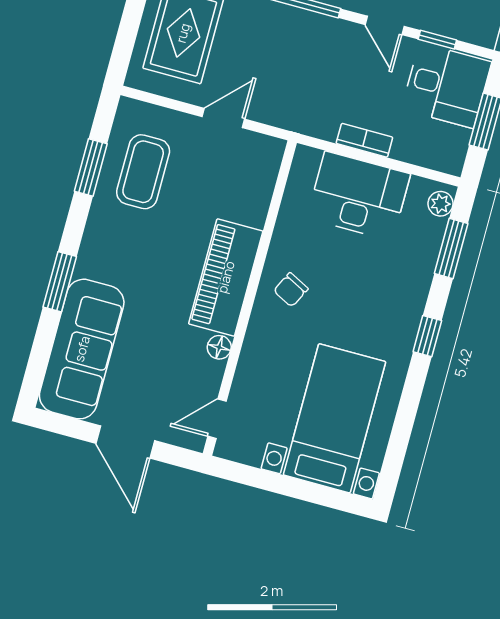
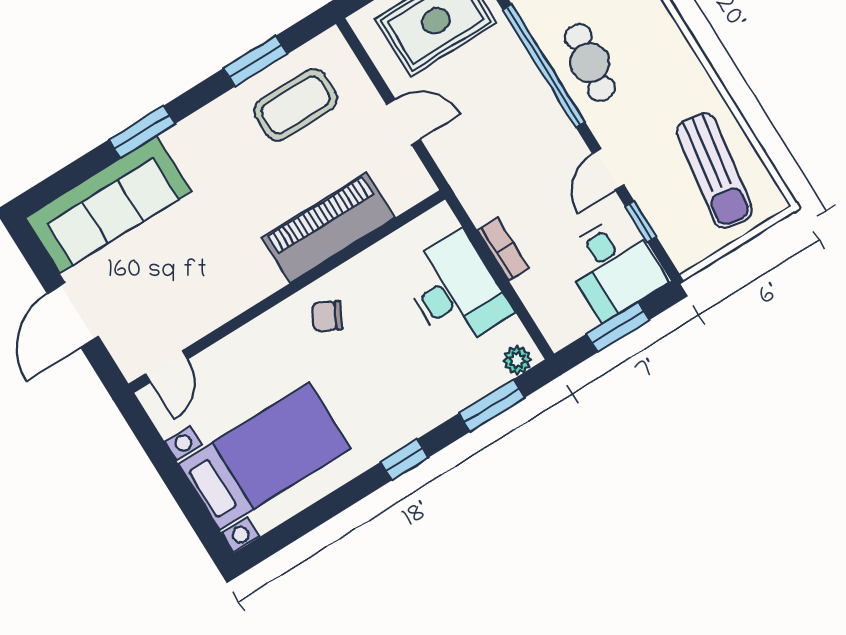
piano: (226, 277) -> (328, 228), moved
floor lamp: (219, 347) -> (224, 309), removed
door: (217, 419) -> (167, 366), swing flipped

